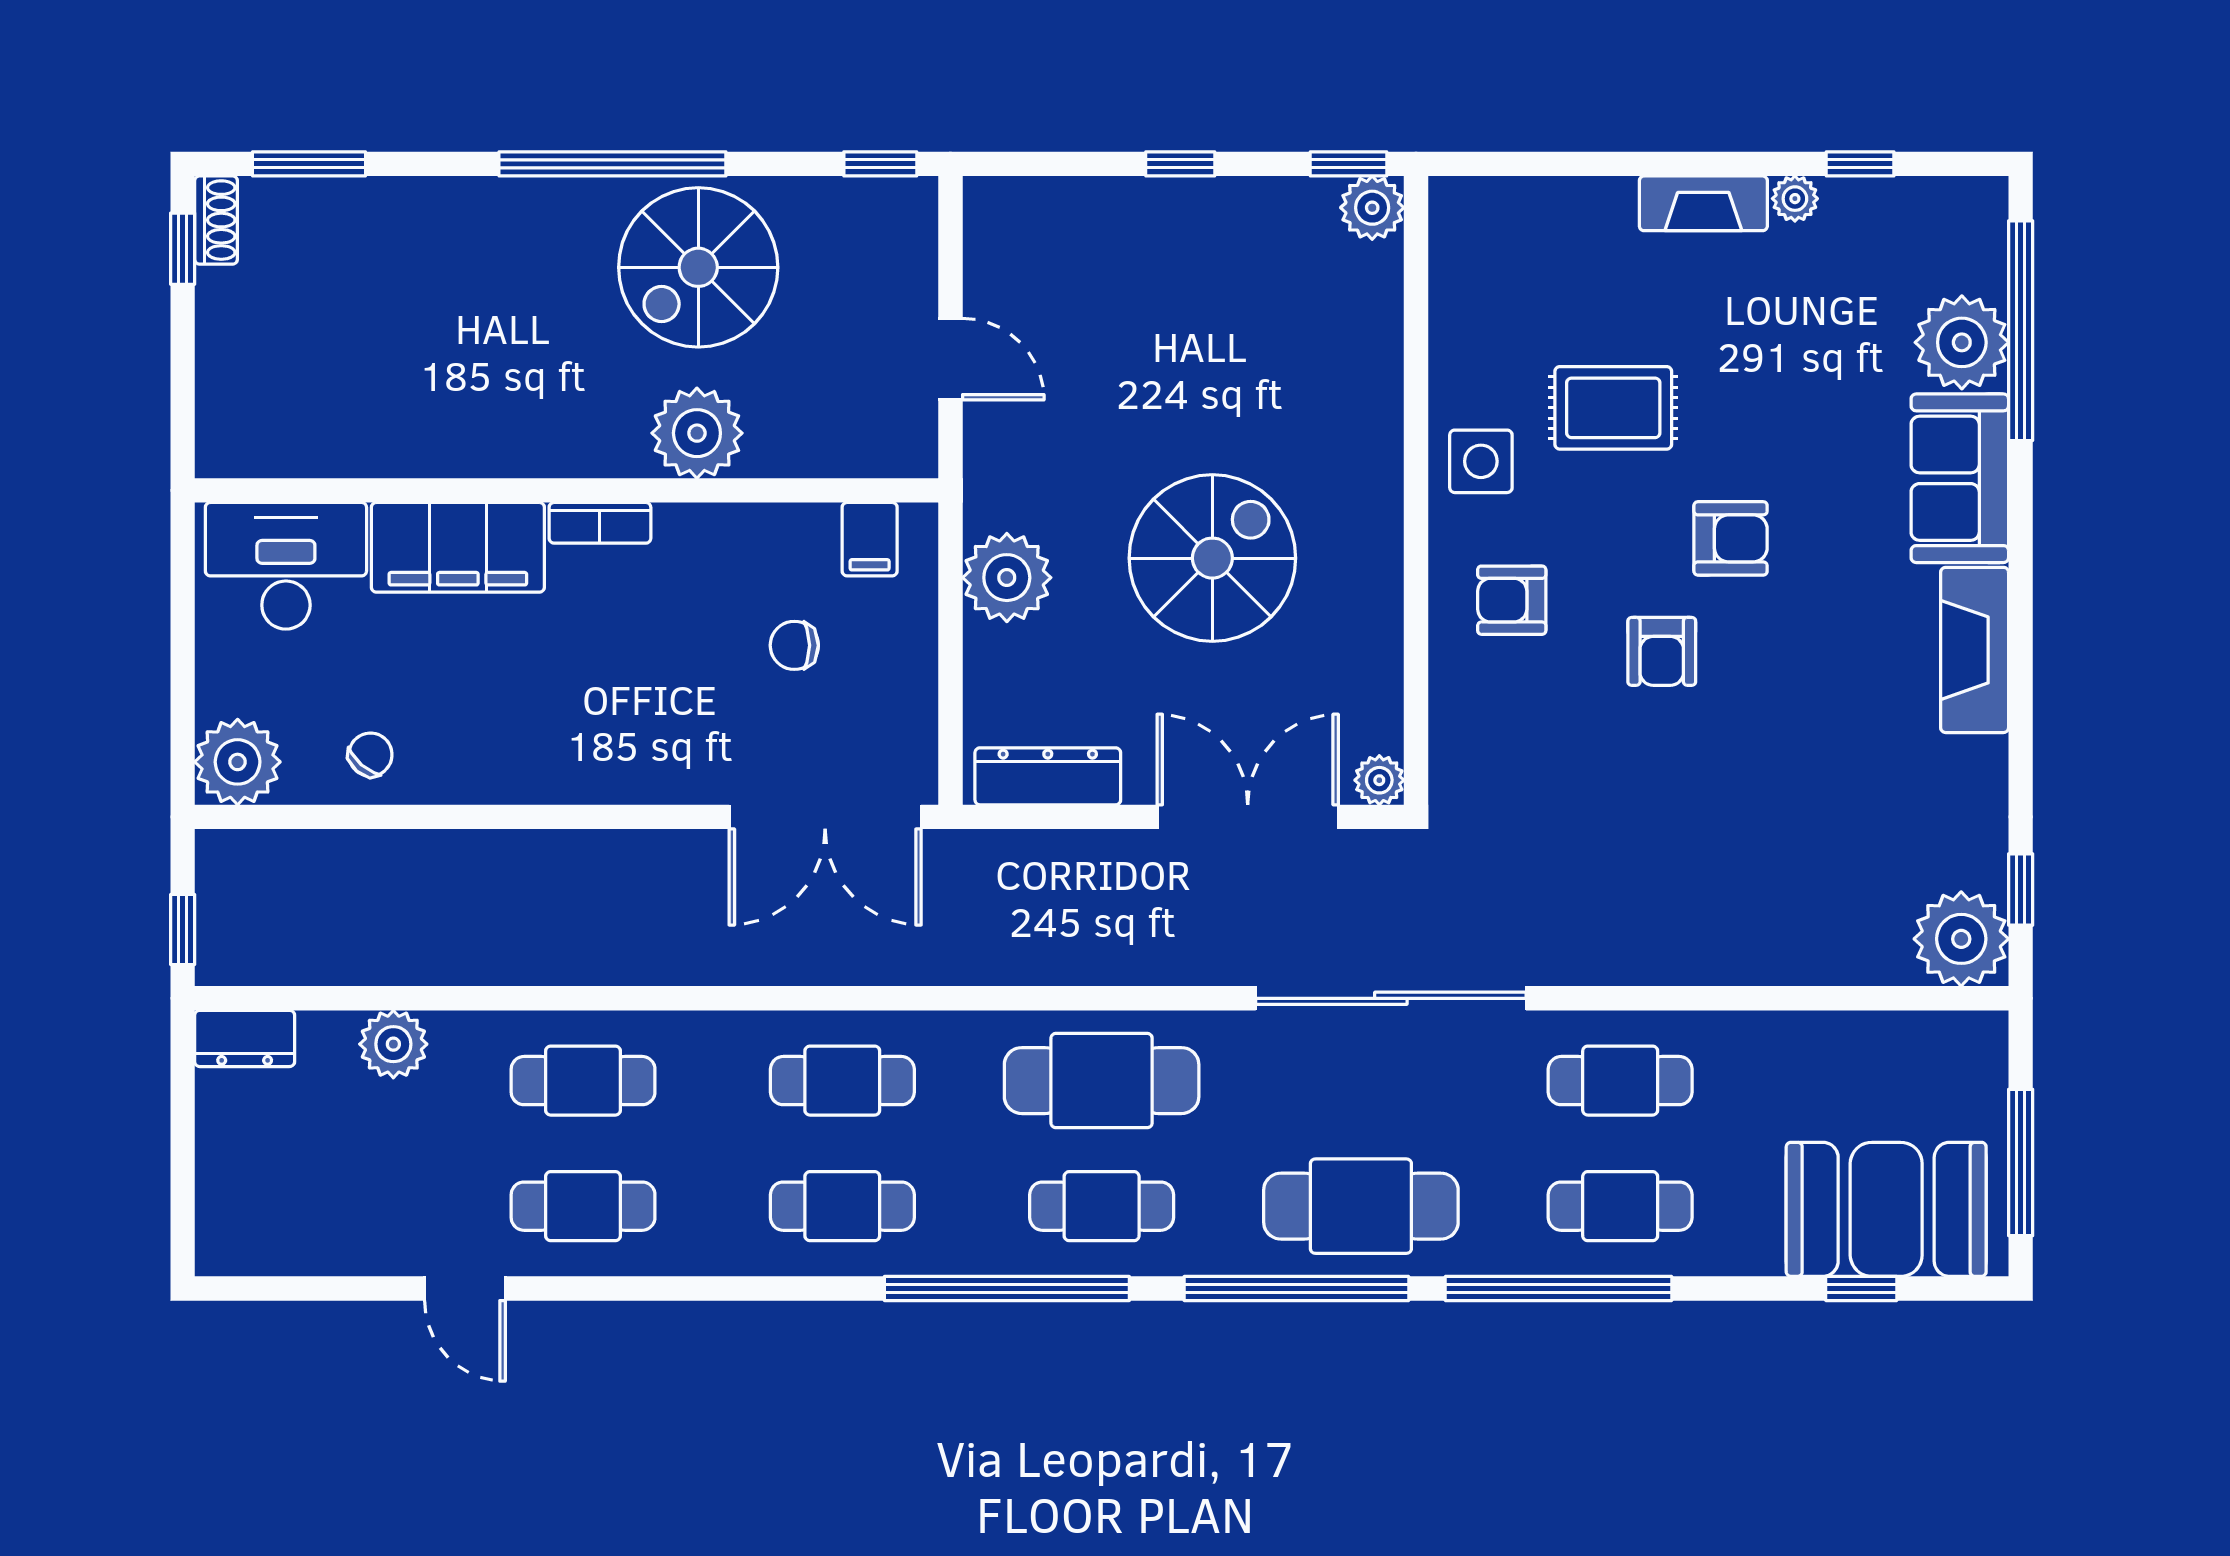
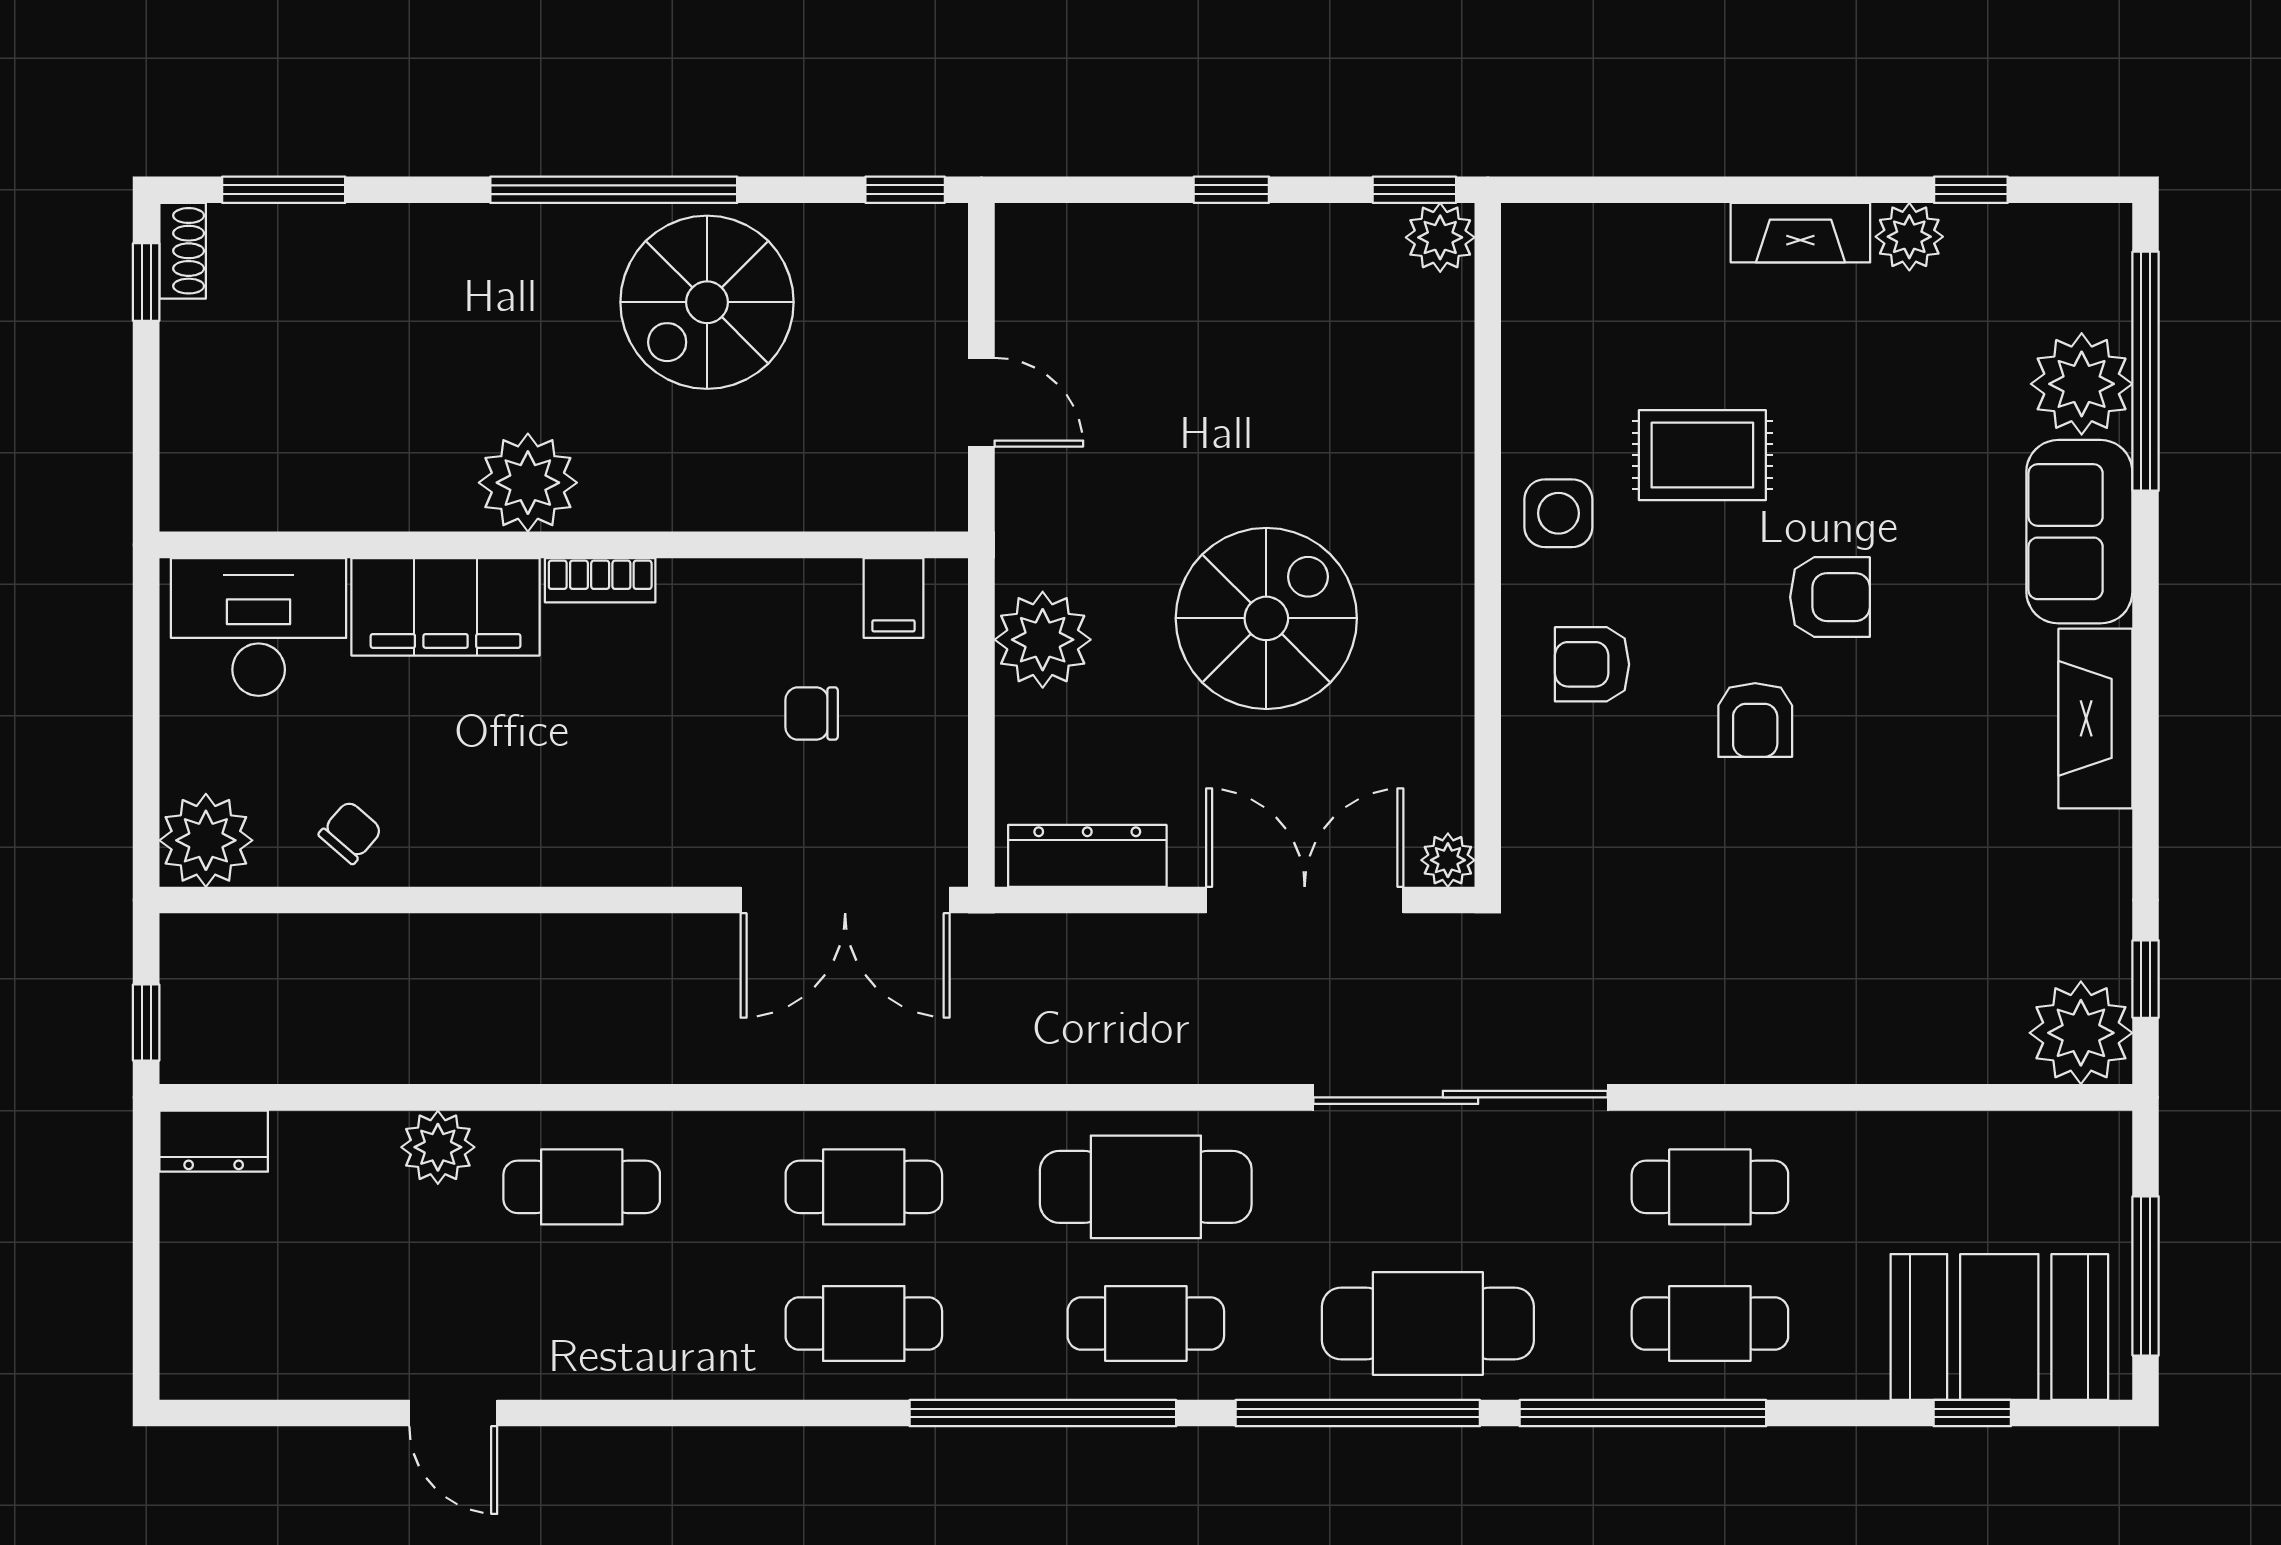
plant: (1795, 199) -> (1909, 237), width x1.38, depth x1.38
plant: (697, 433) -> (528, 483), moved
plant: (393, 1044) -> (438, 1147), moved
cafe table: (583, 1206) -> (582, 1323), removed

